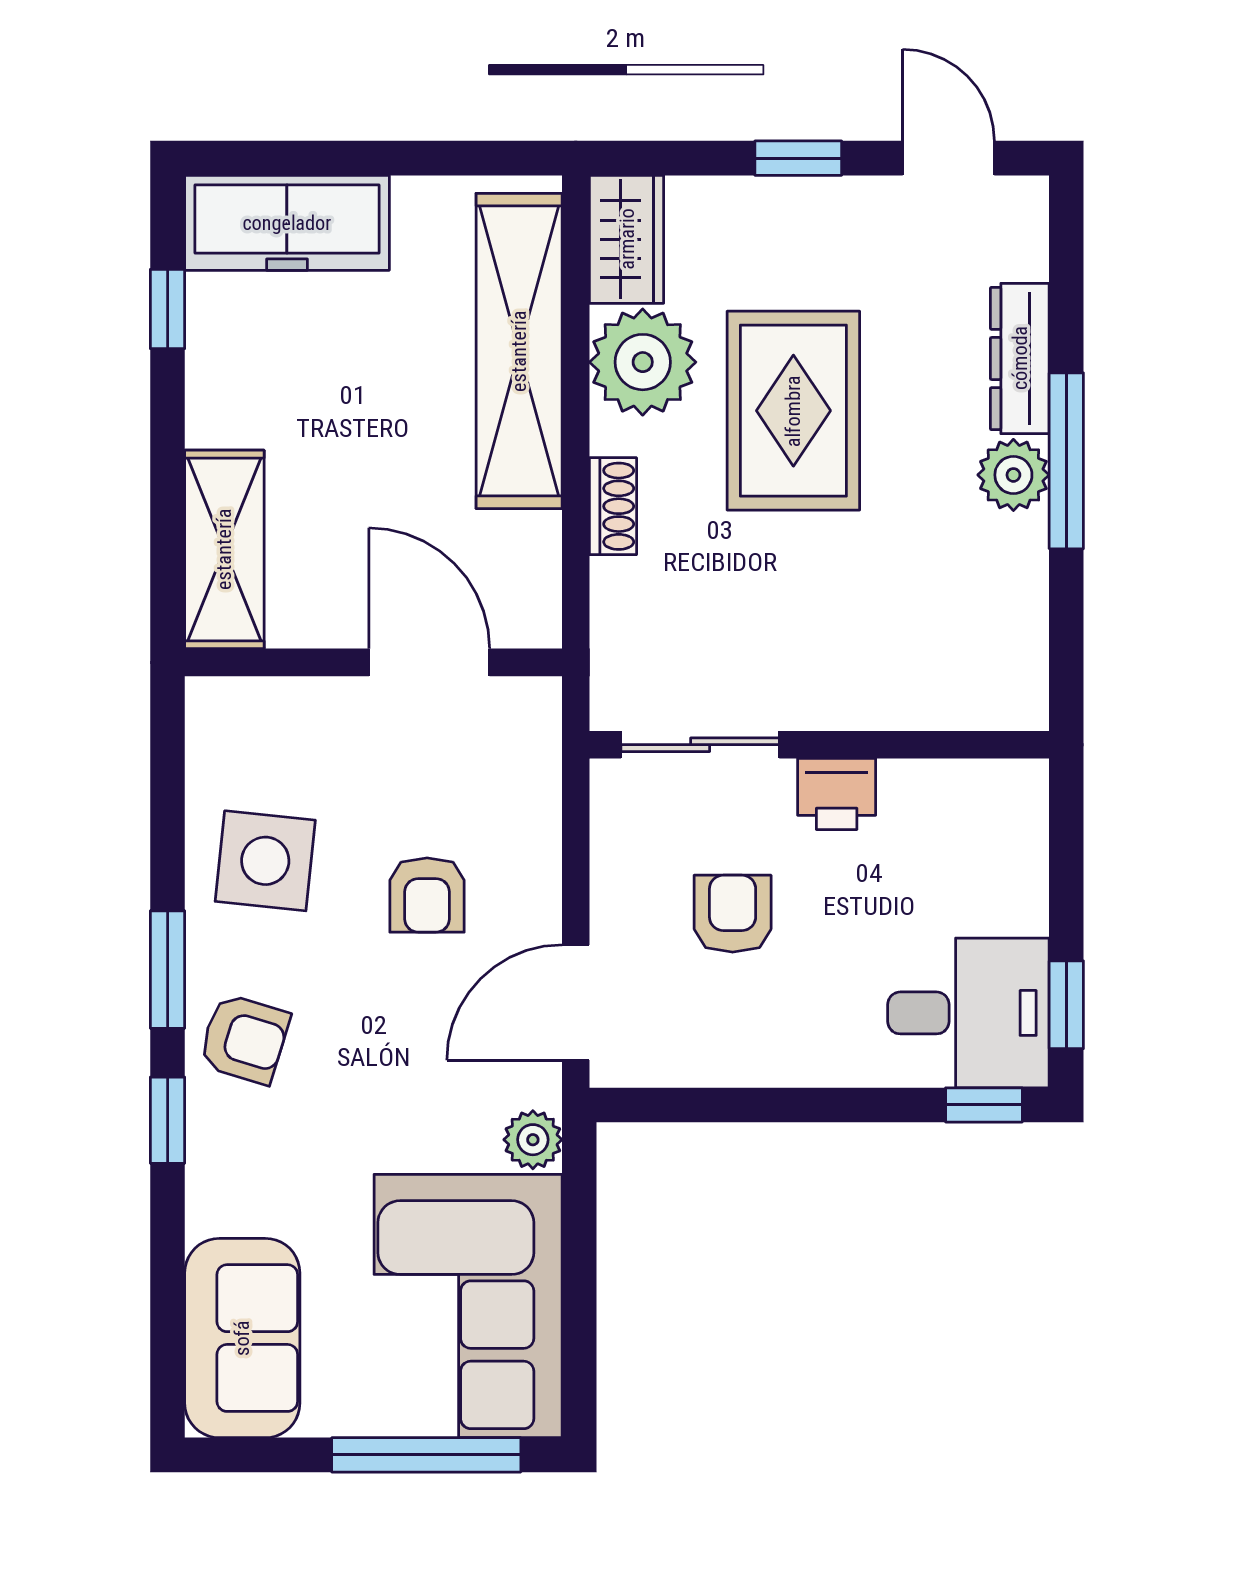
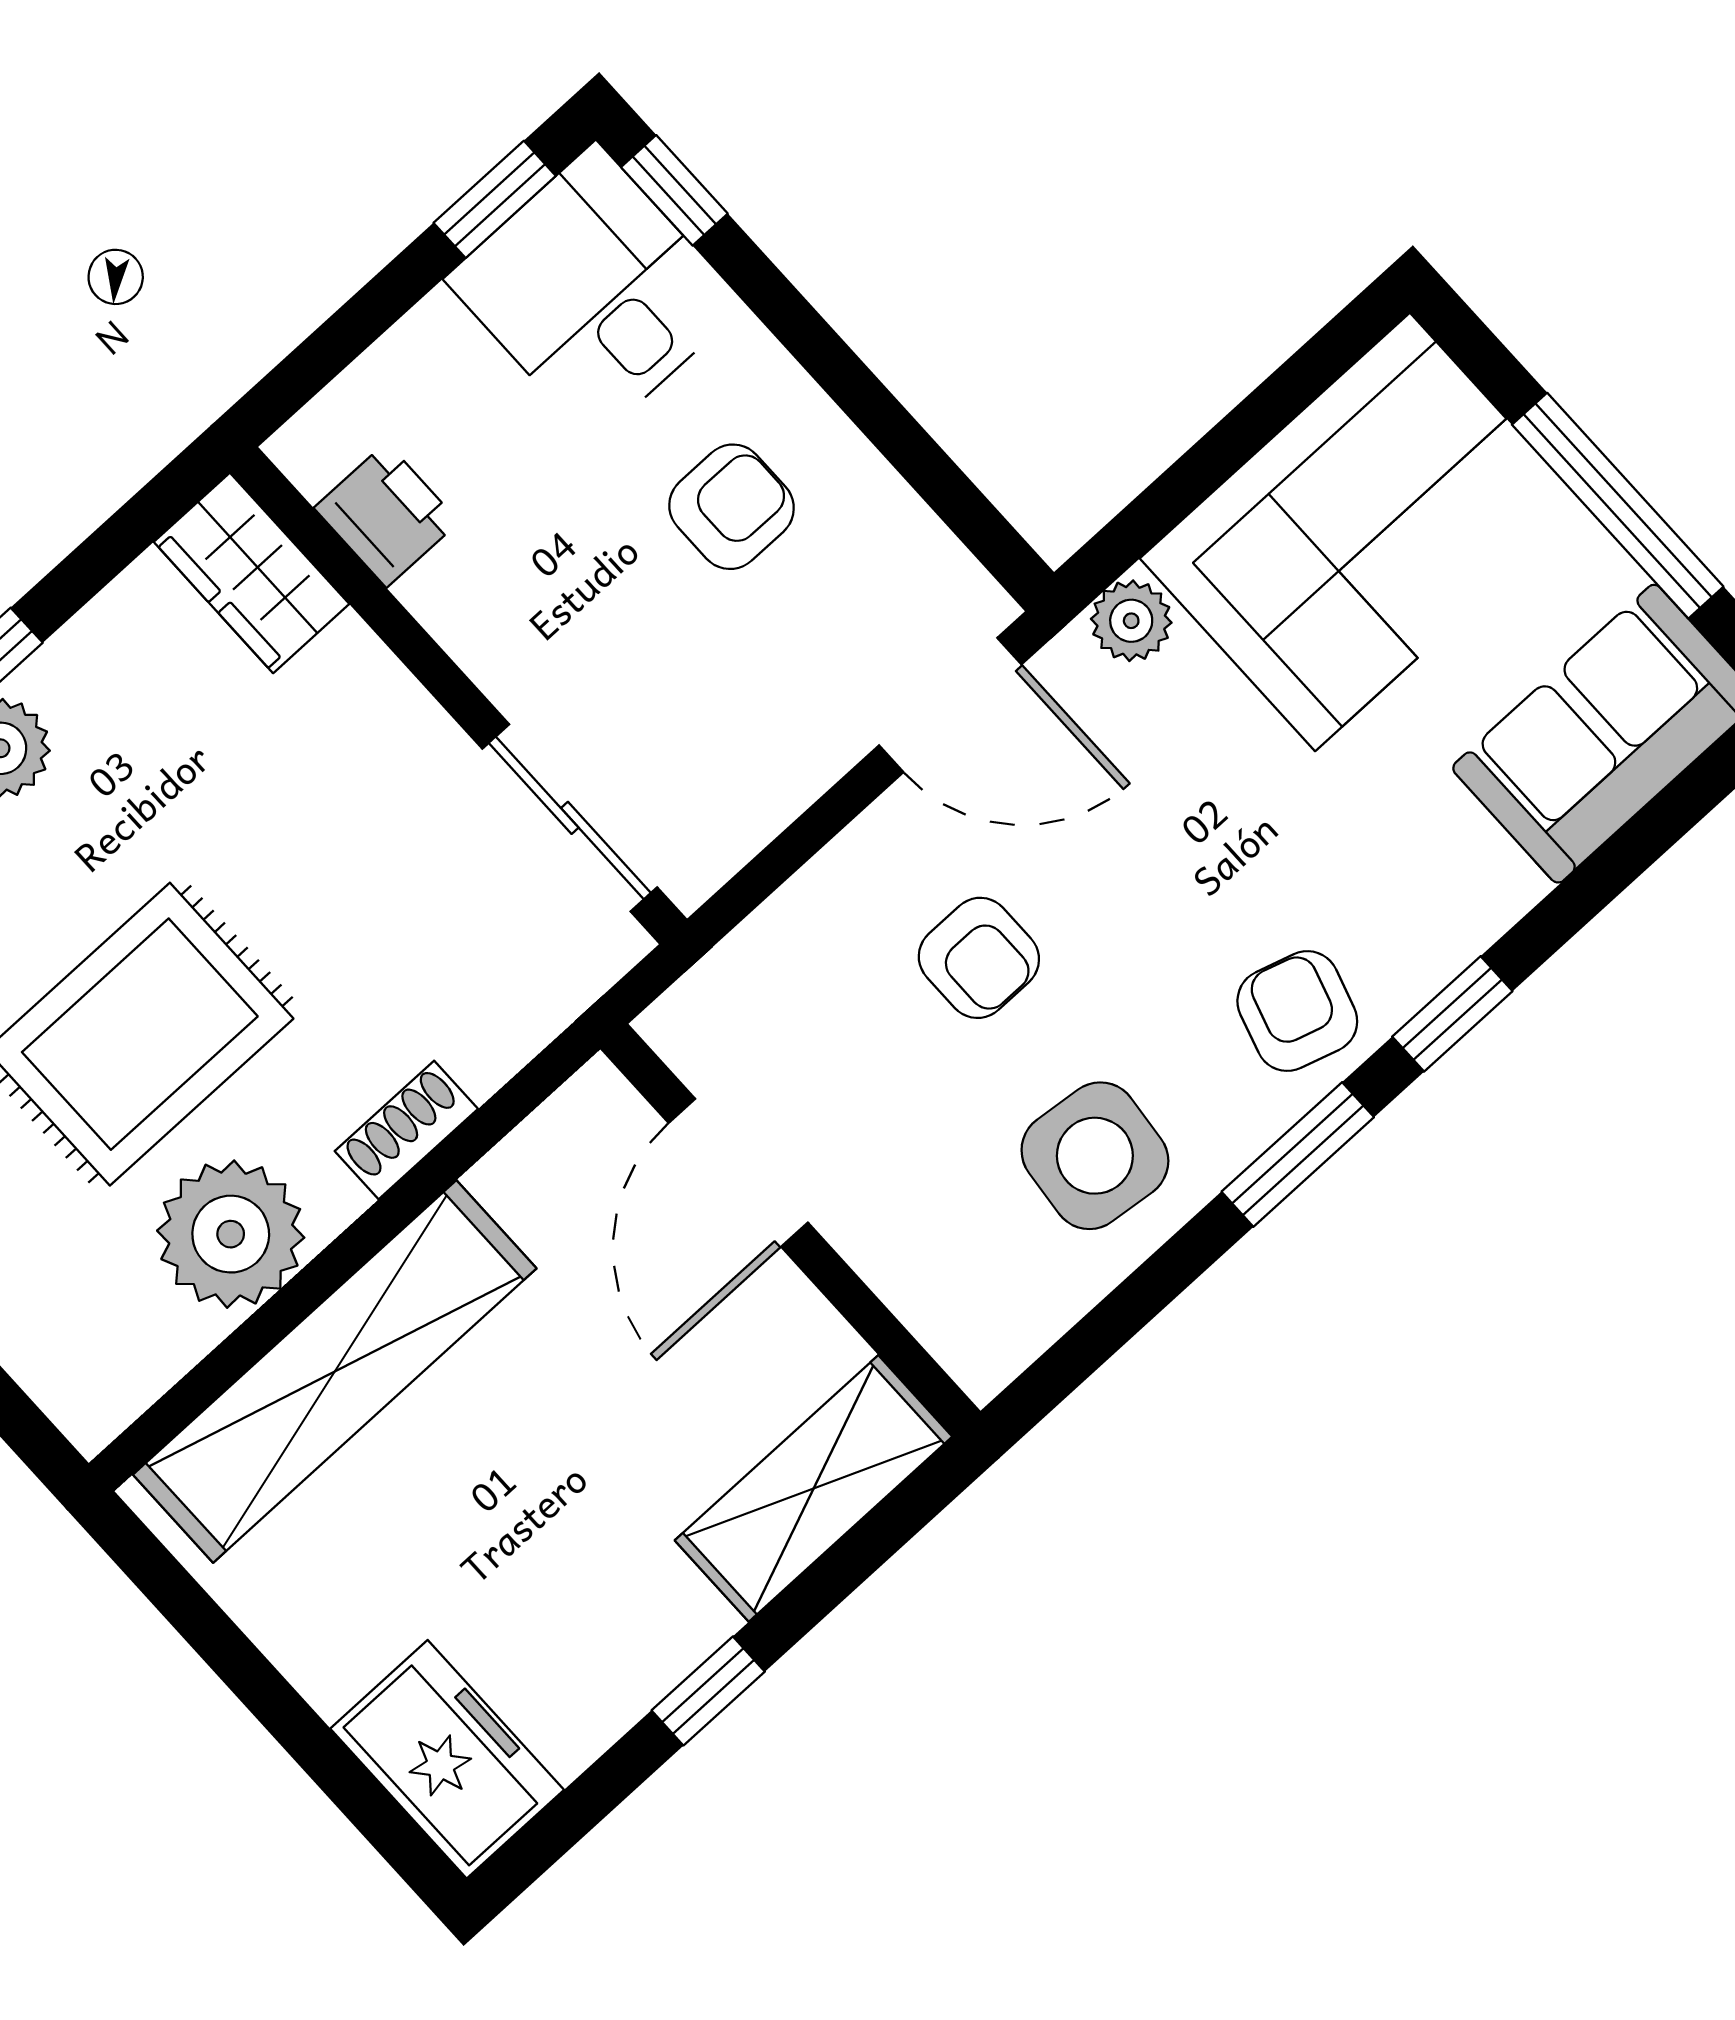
freezer: (287, 223) -> (447, 1759), width x0.71
wardrobe: (627, 239) -> (251, 573), moved, turned -90
window: (168, 309) -> (708, 1691), moved
printer: (837, 794) -> (386, 515), moved
armchair: (427, 895) -> (979, 958), turned 90
armchair: (733, 914) -> (732, 507), moved, turned 180
window: (426, 1455) -> (1618, 506), moved

